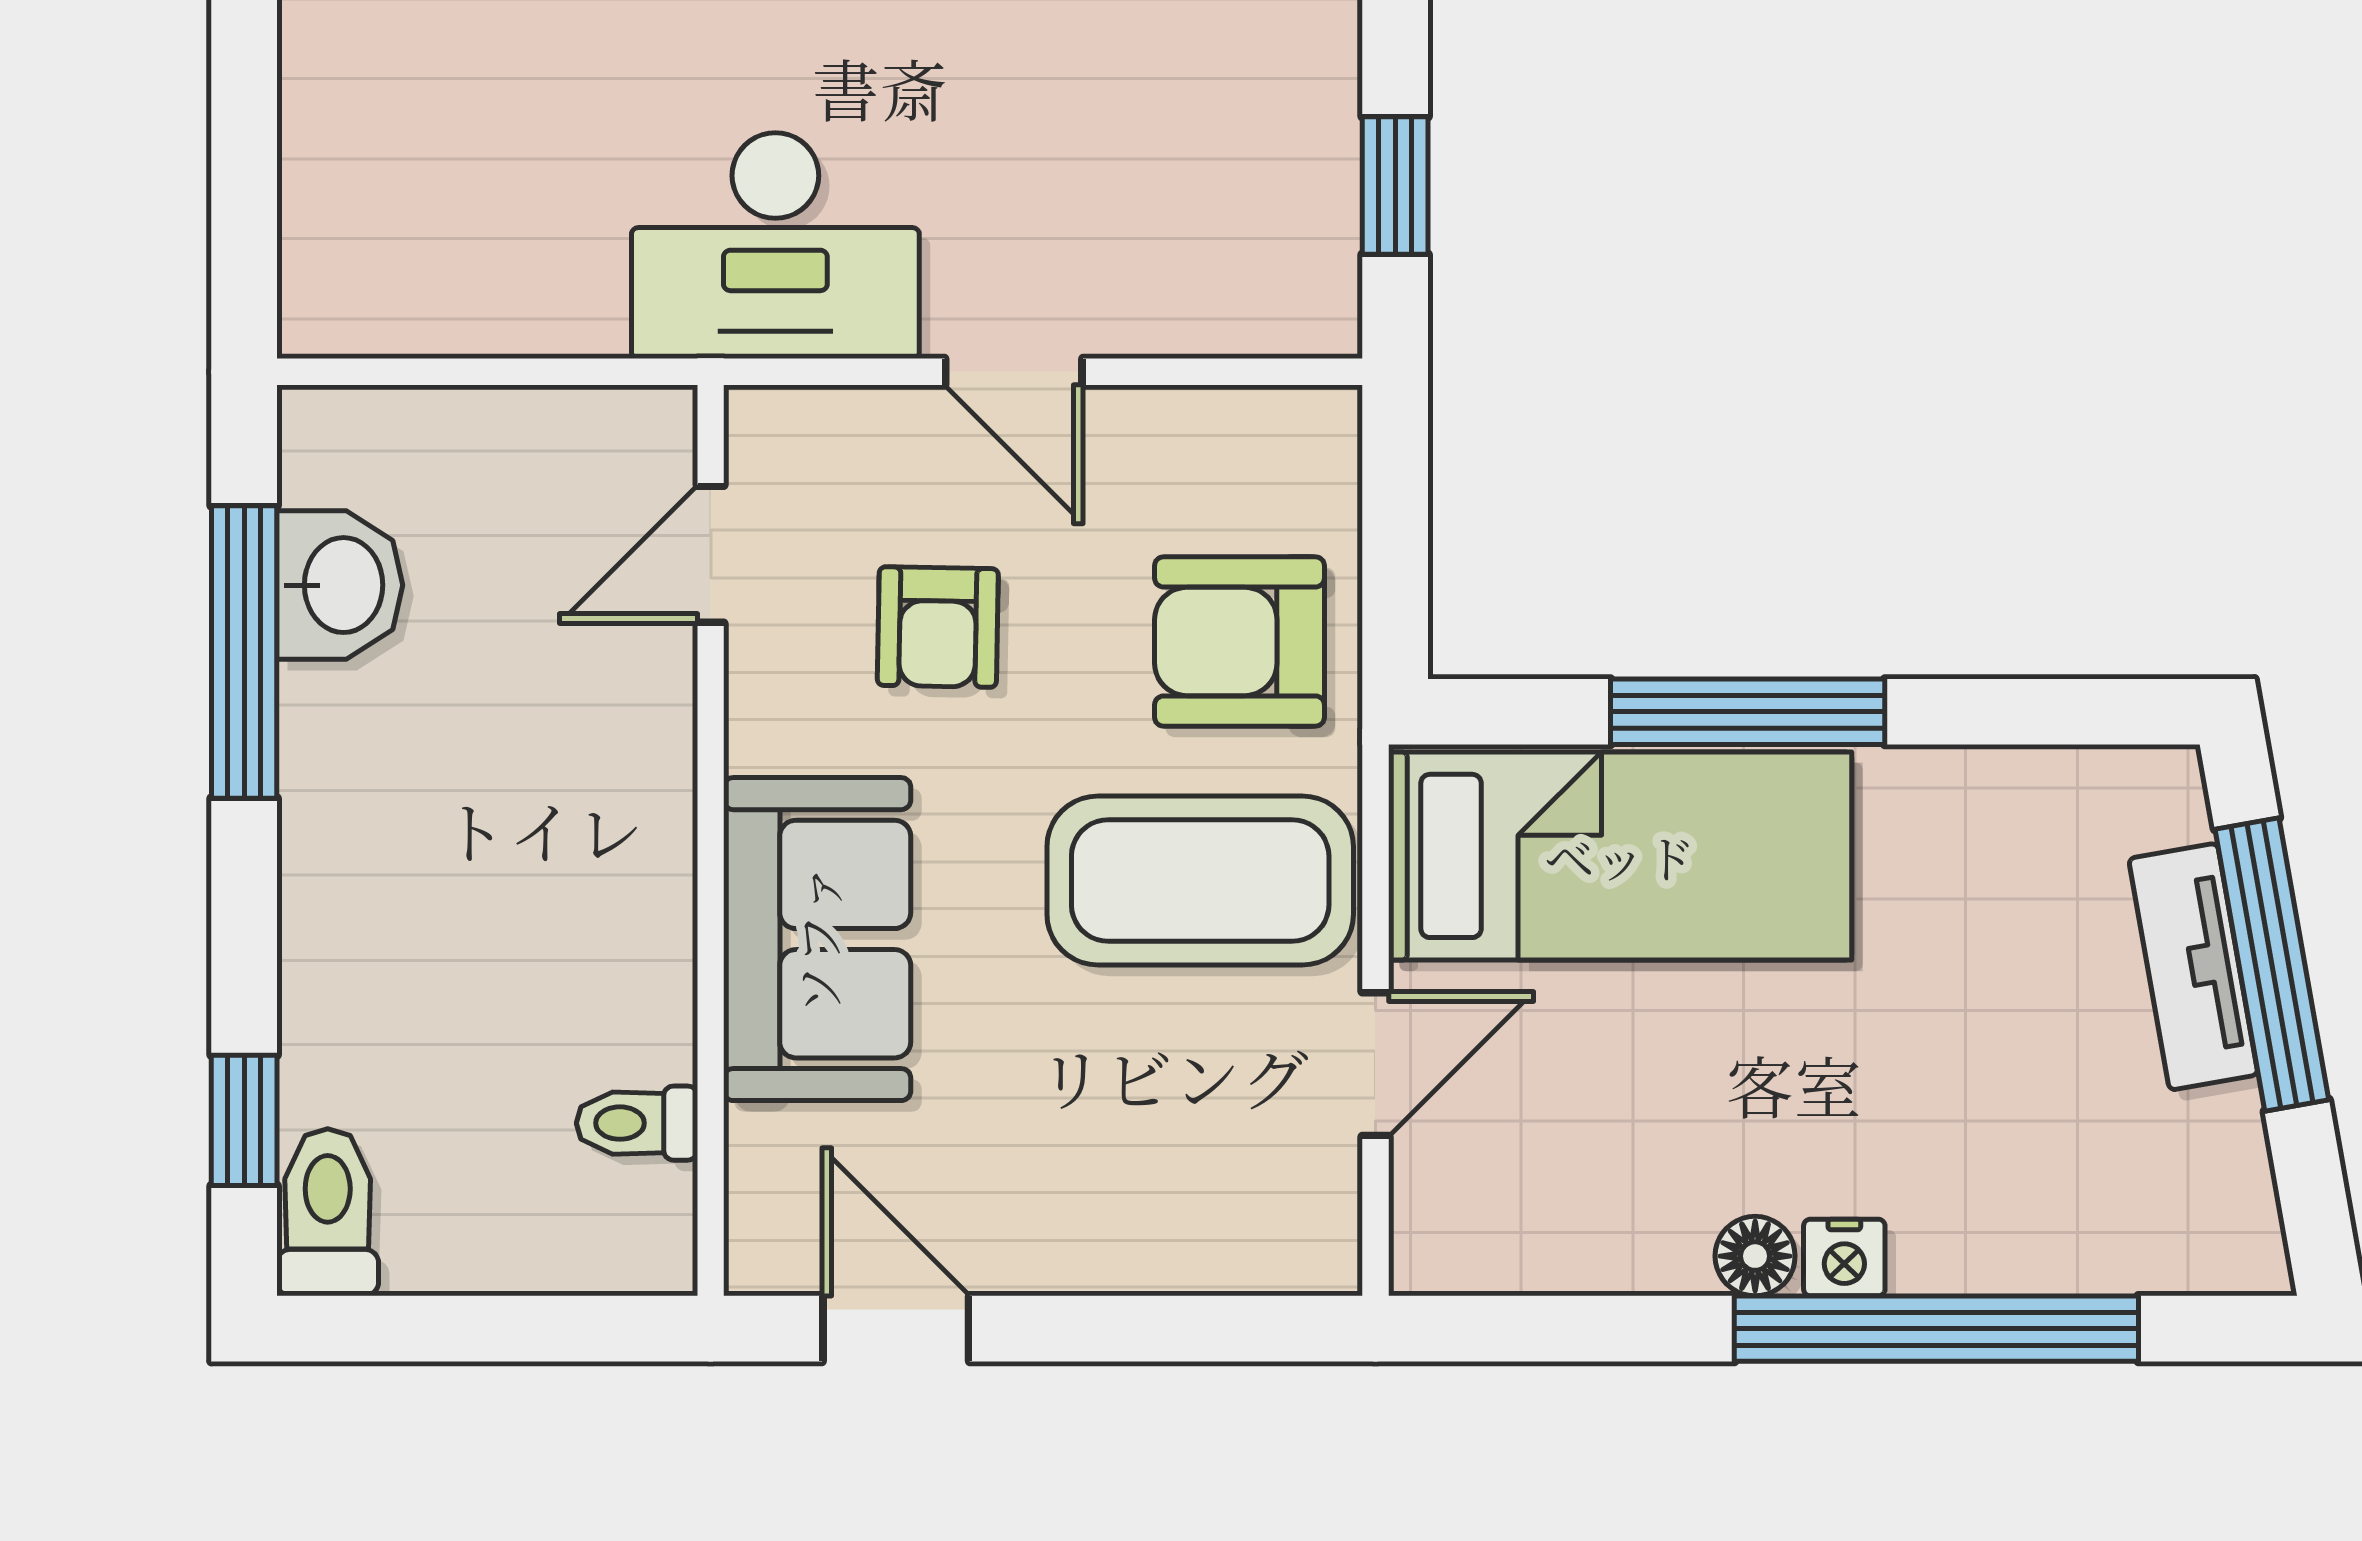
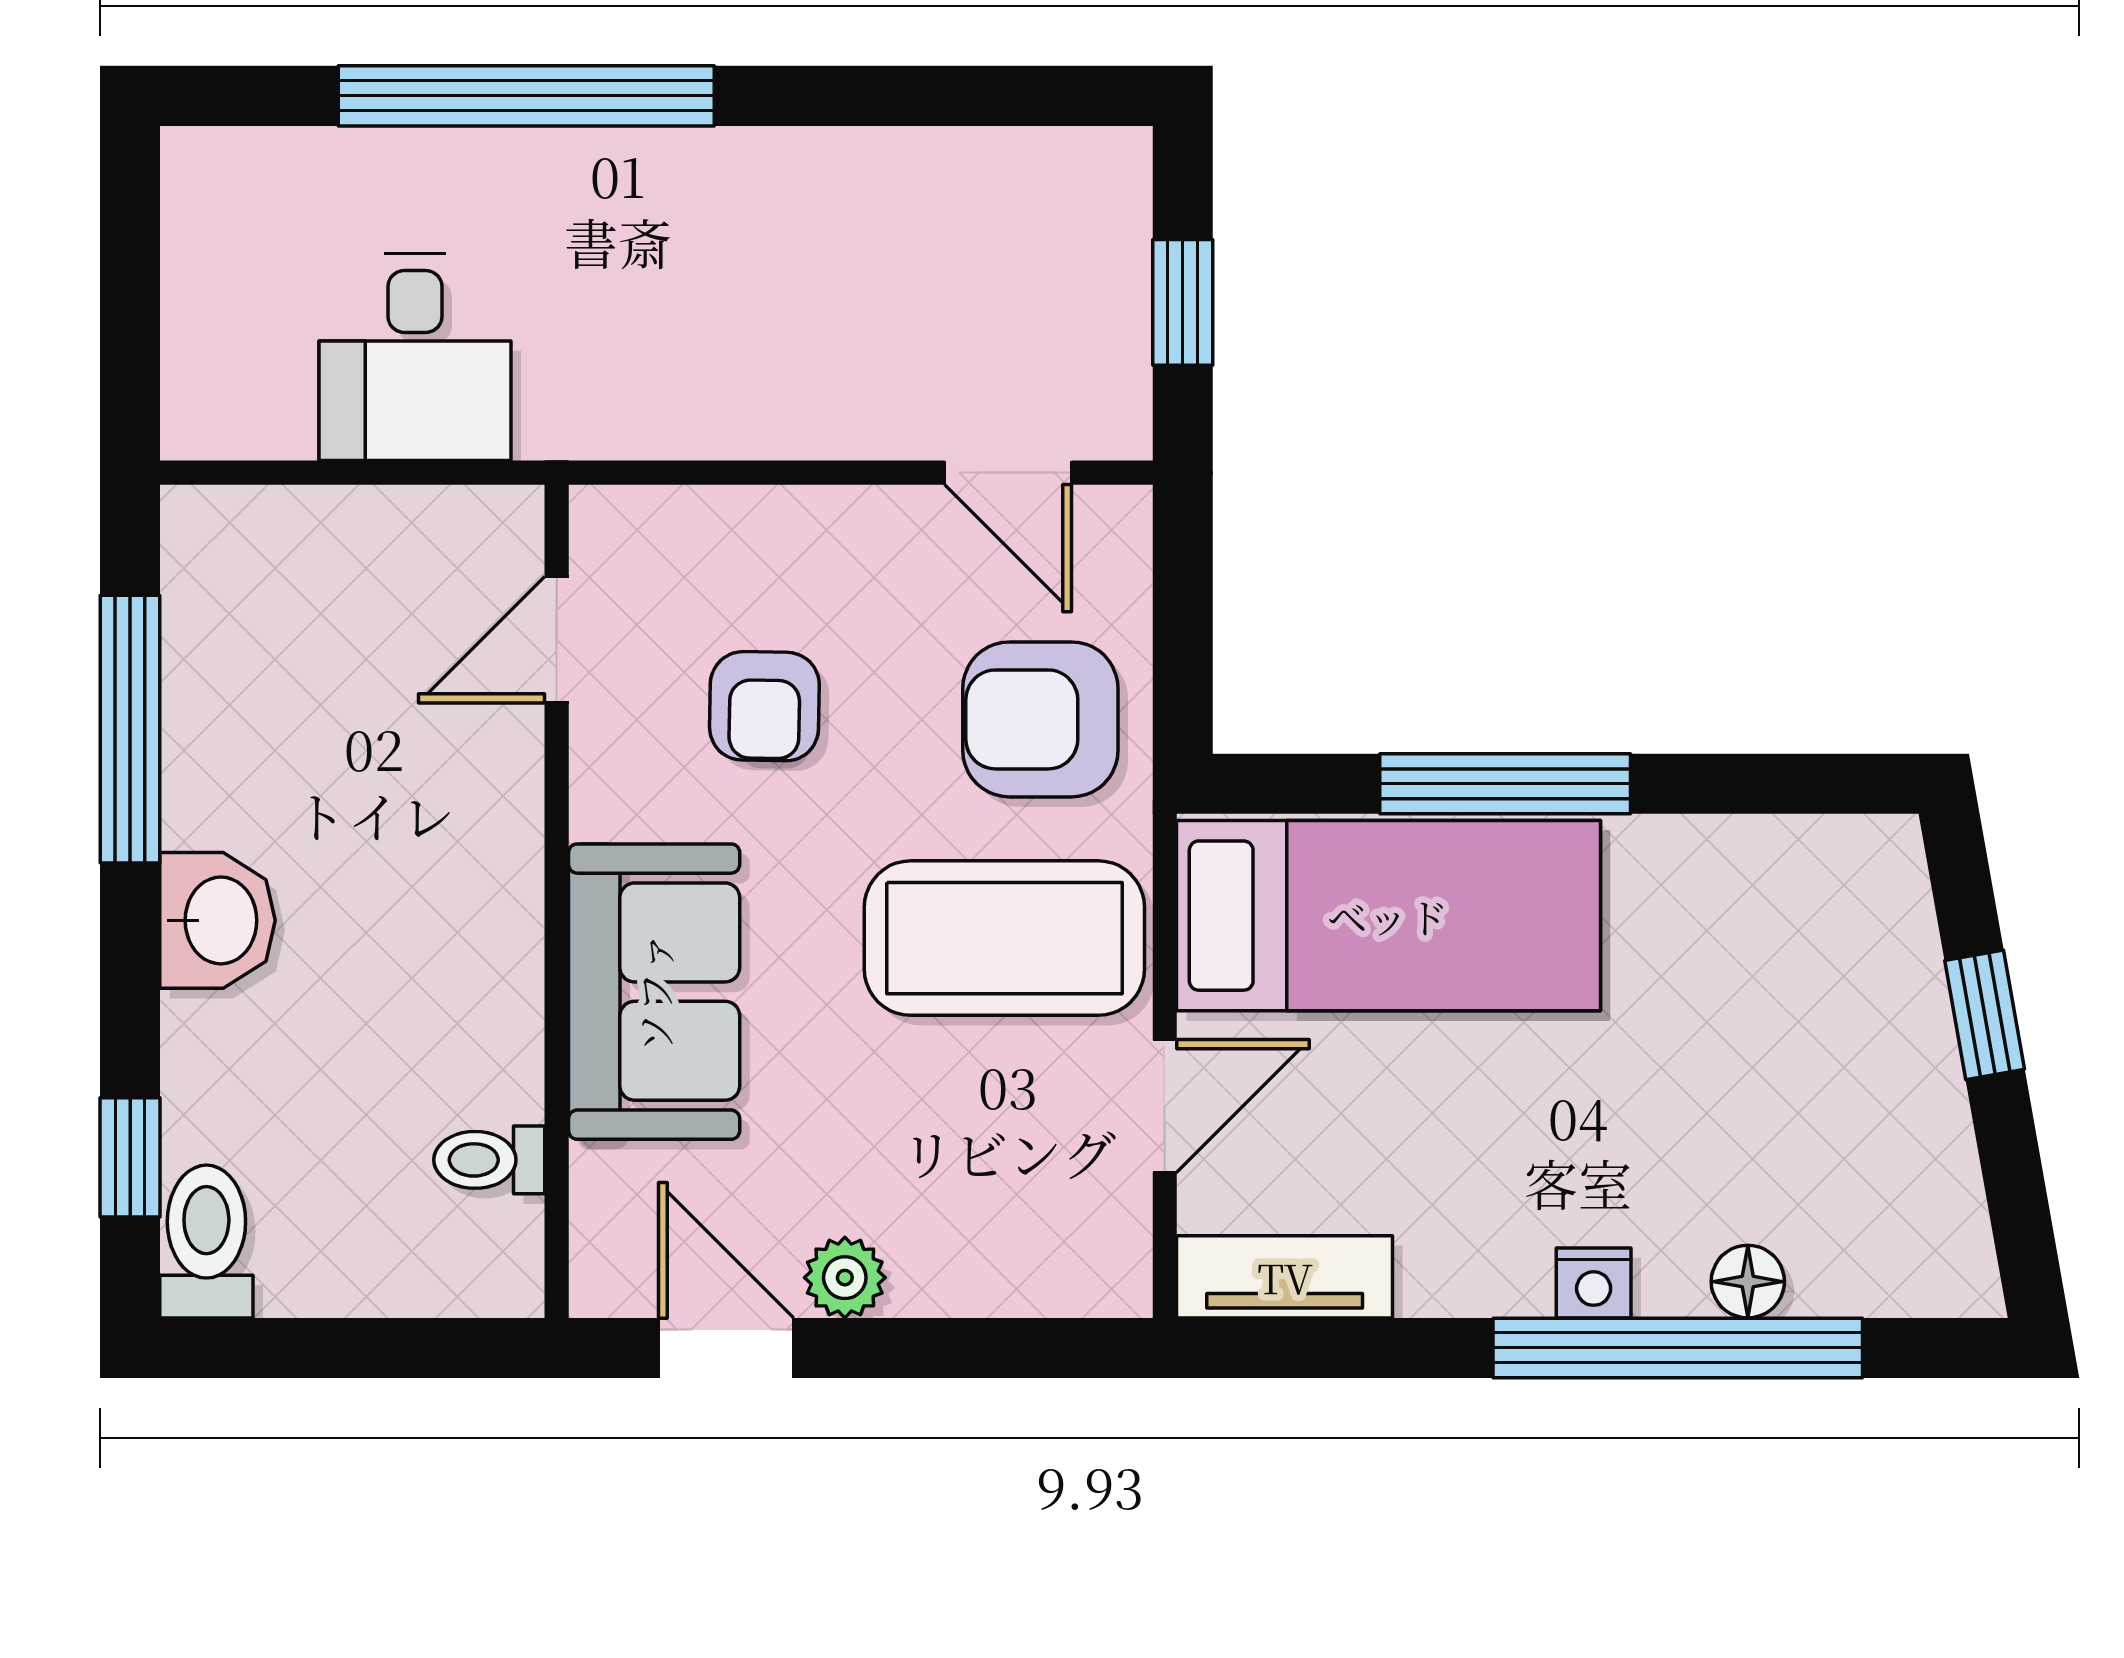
desk: (775, 246) -> (415, 357), moved, width x0.73
door: (1014, 372) -> (1008, 473), moved
washbasin: (340, 585) -> (217, 920), moved
window: (2272, 965) -> (1985, 1015), width x0.46
tv unit: (2193, 967) -> (1285, 1277), moved, turned 100
plant: (1026, 1252) -> (845, 1278), added
floor lamp: (1755, 1256) -> (1748, 1282), moved

